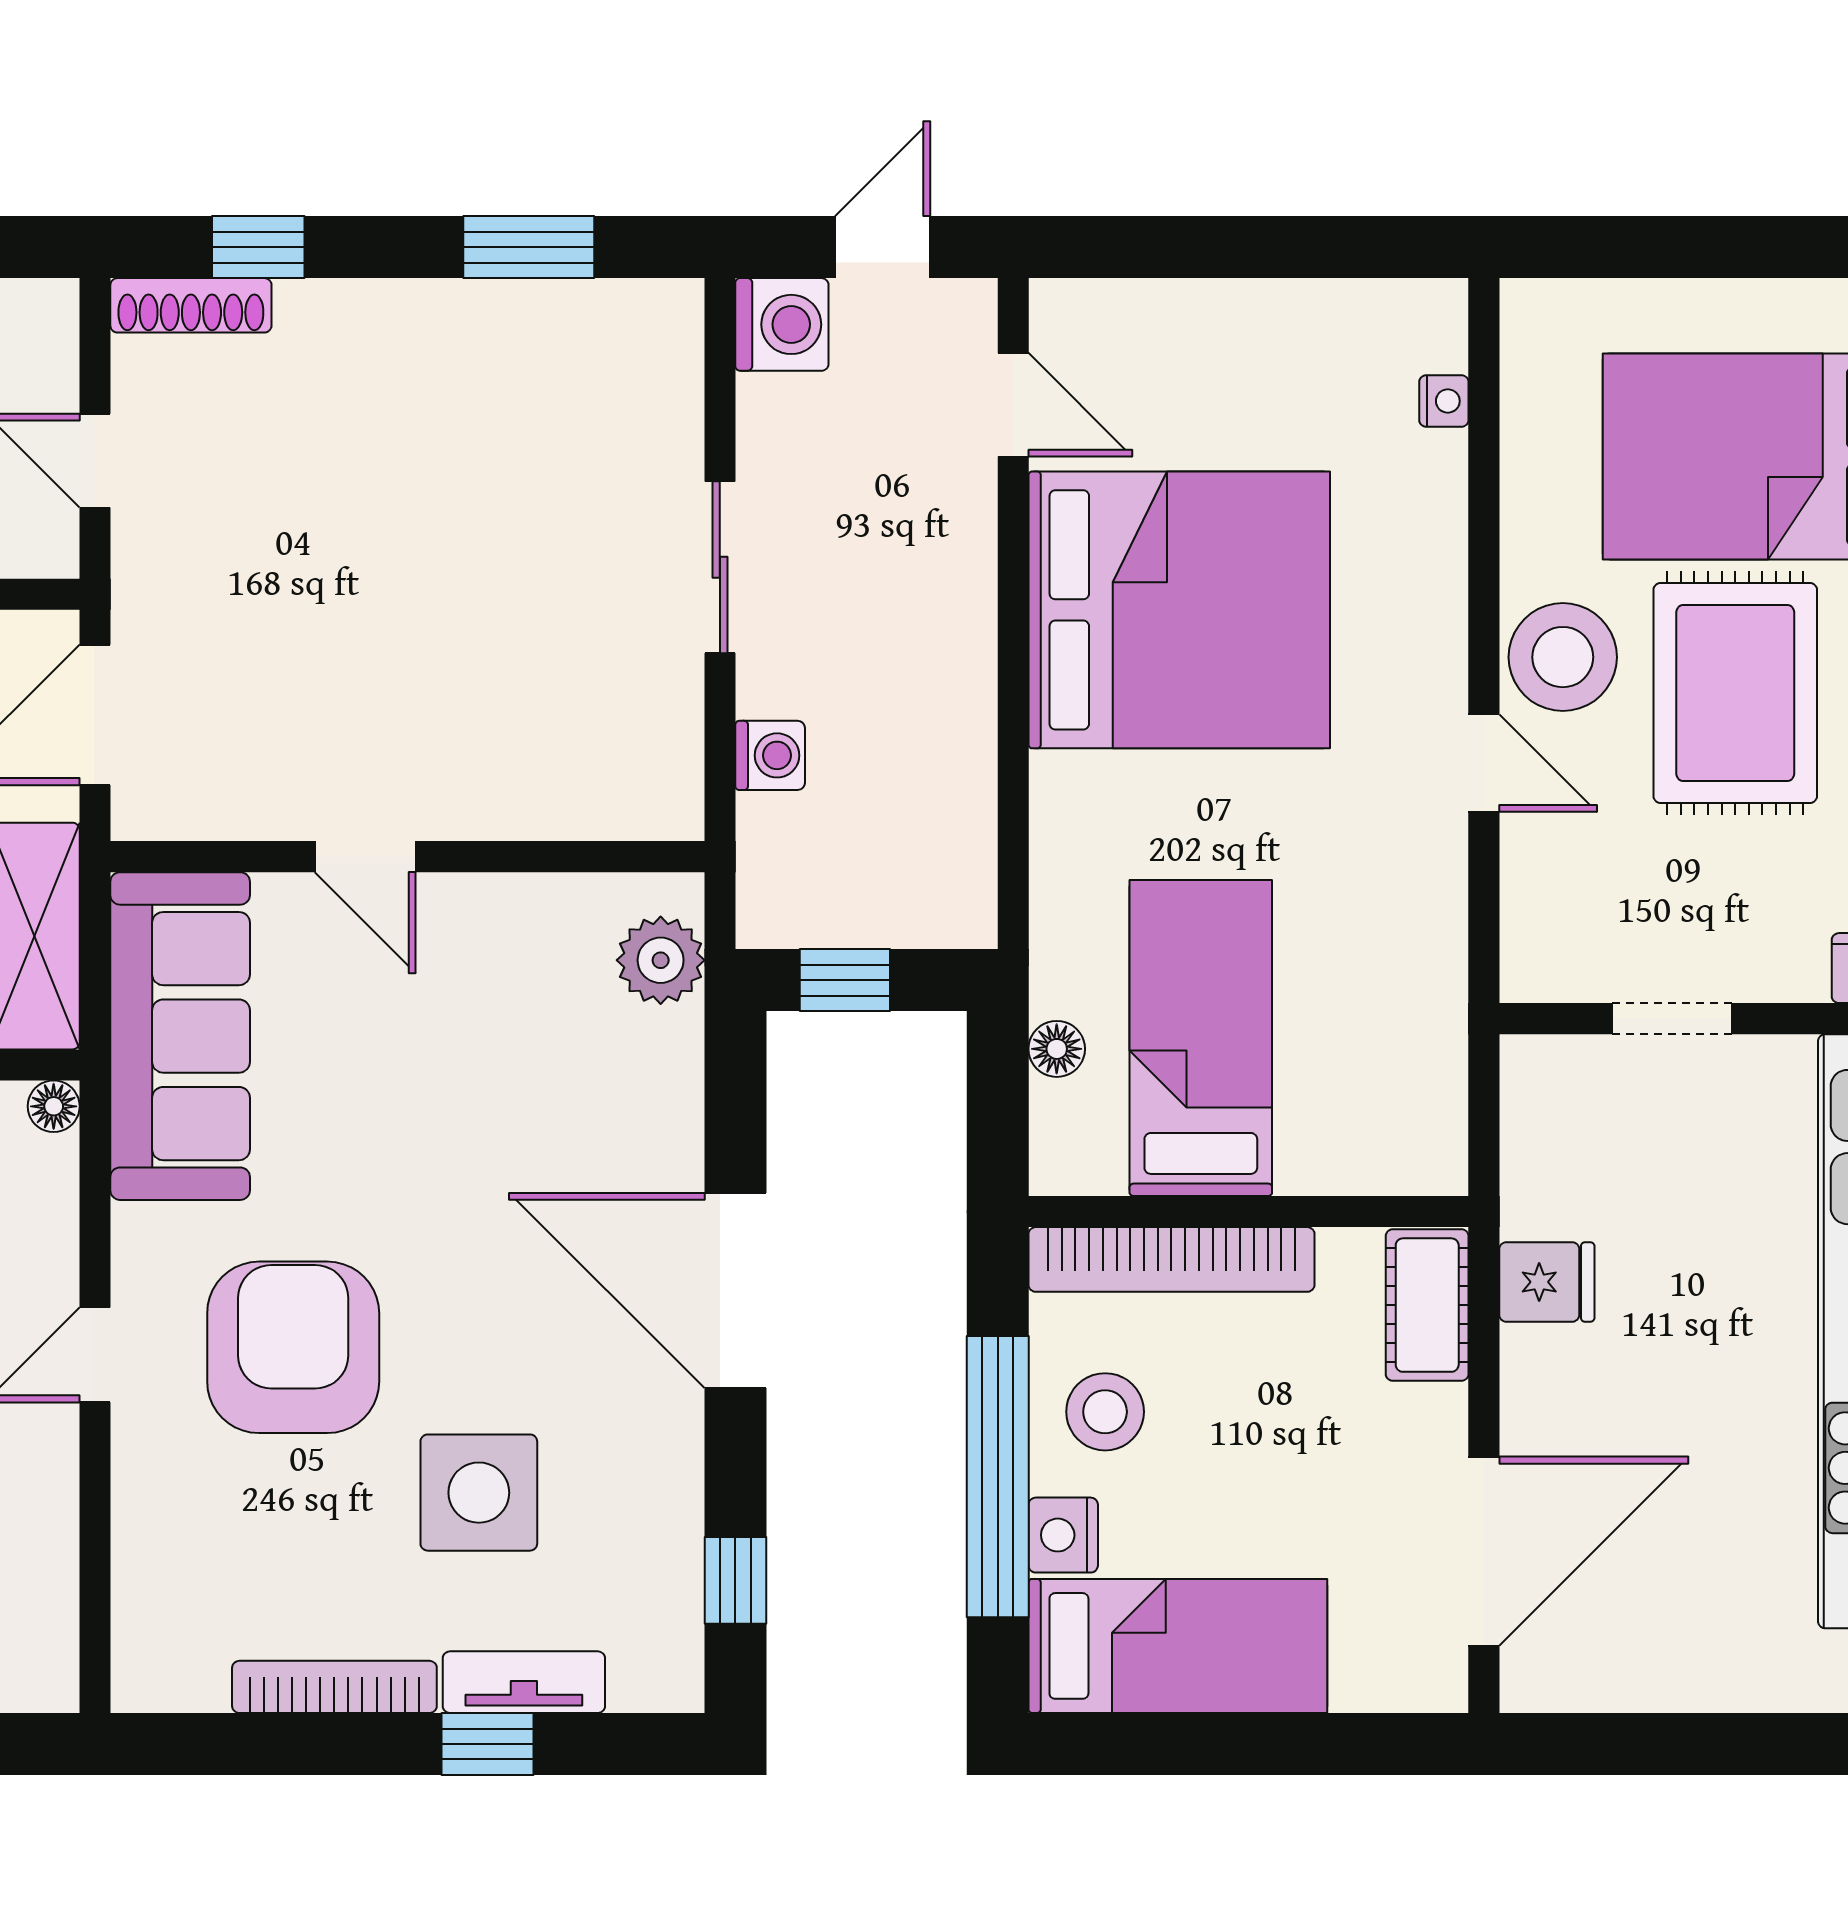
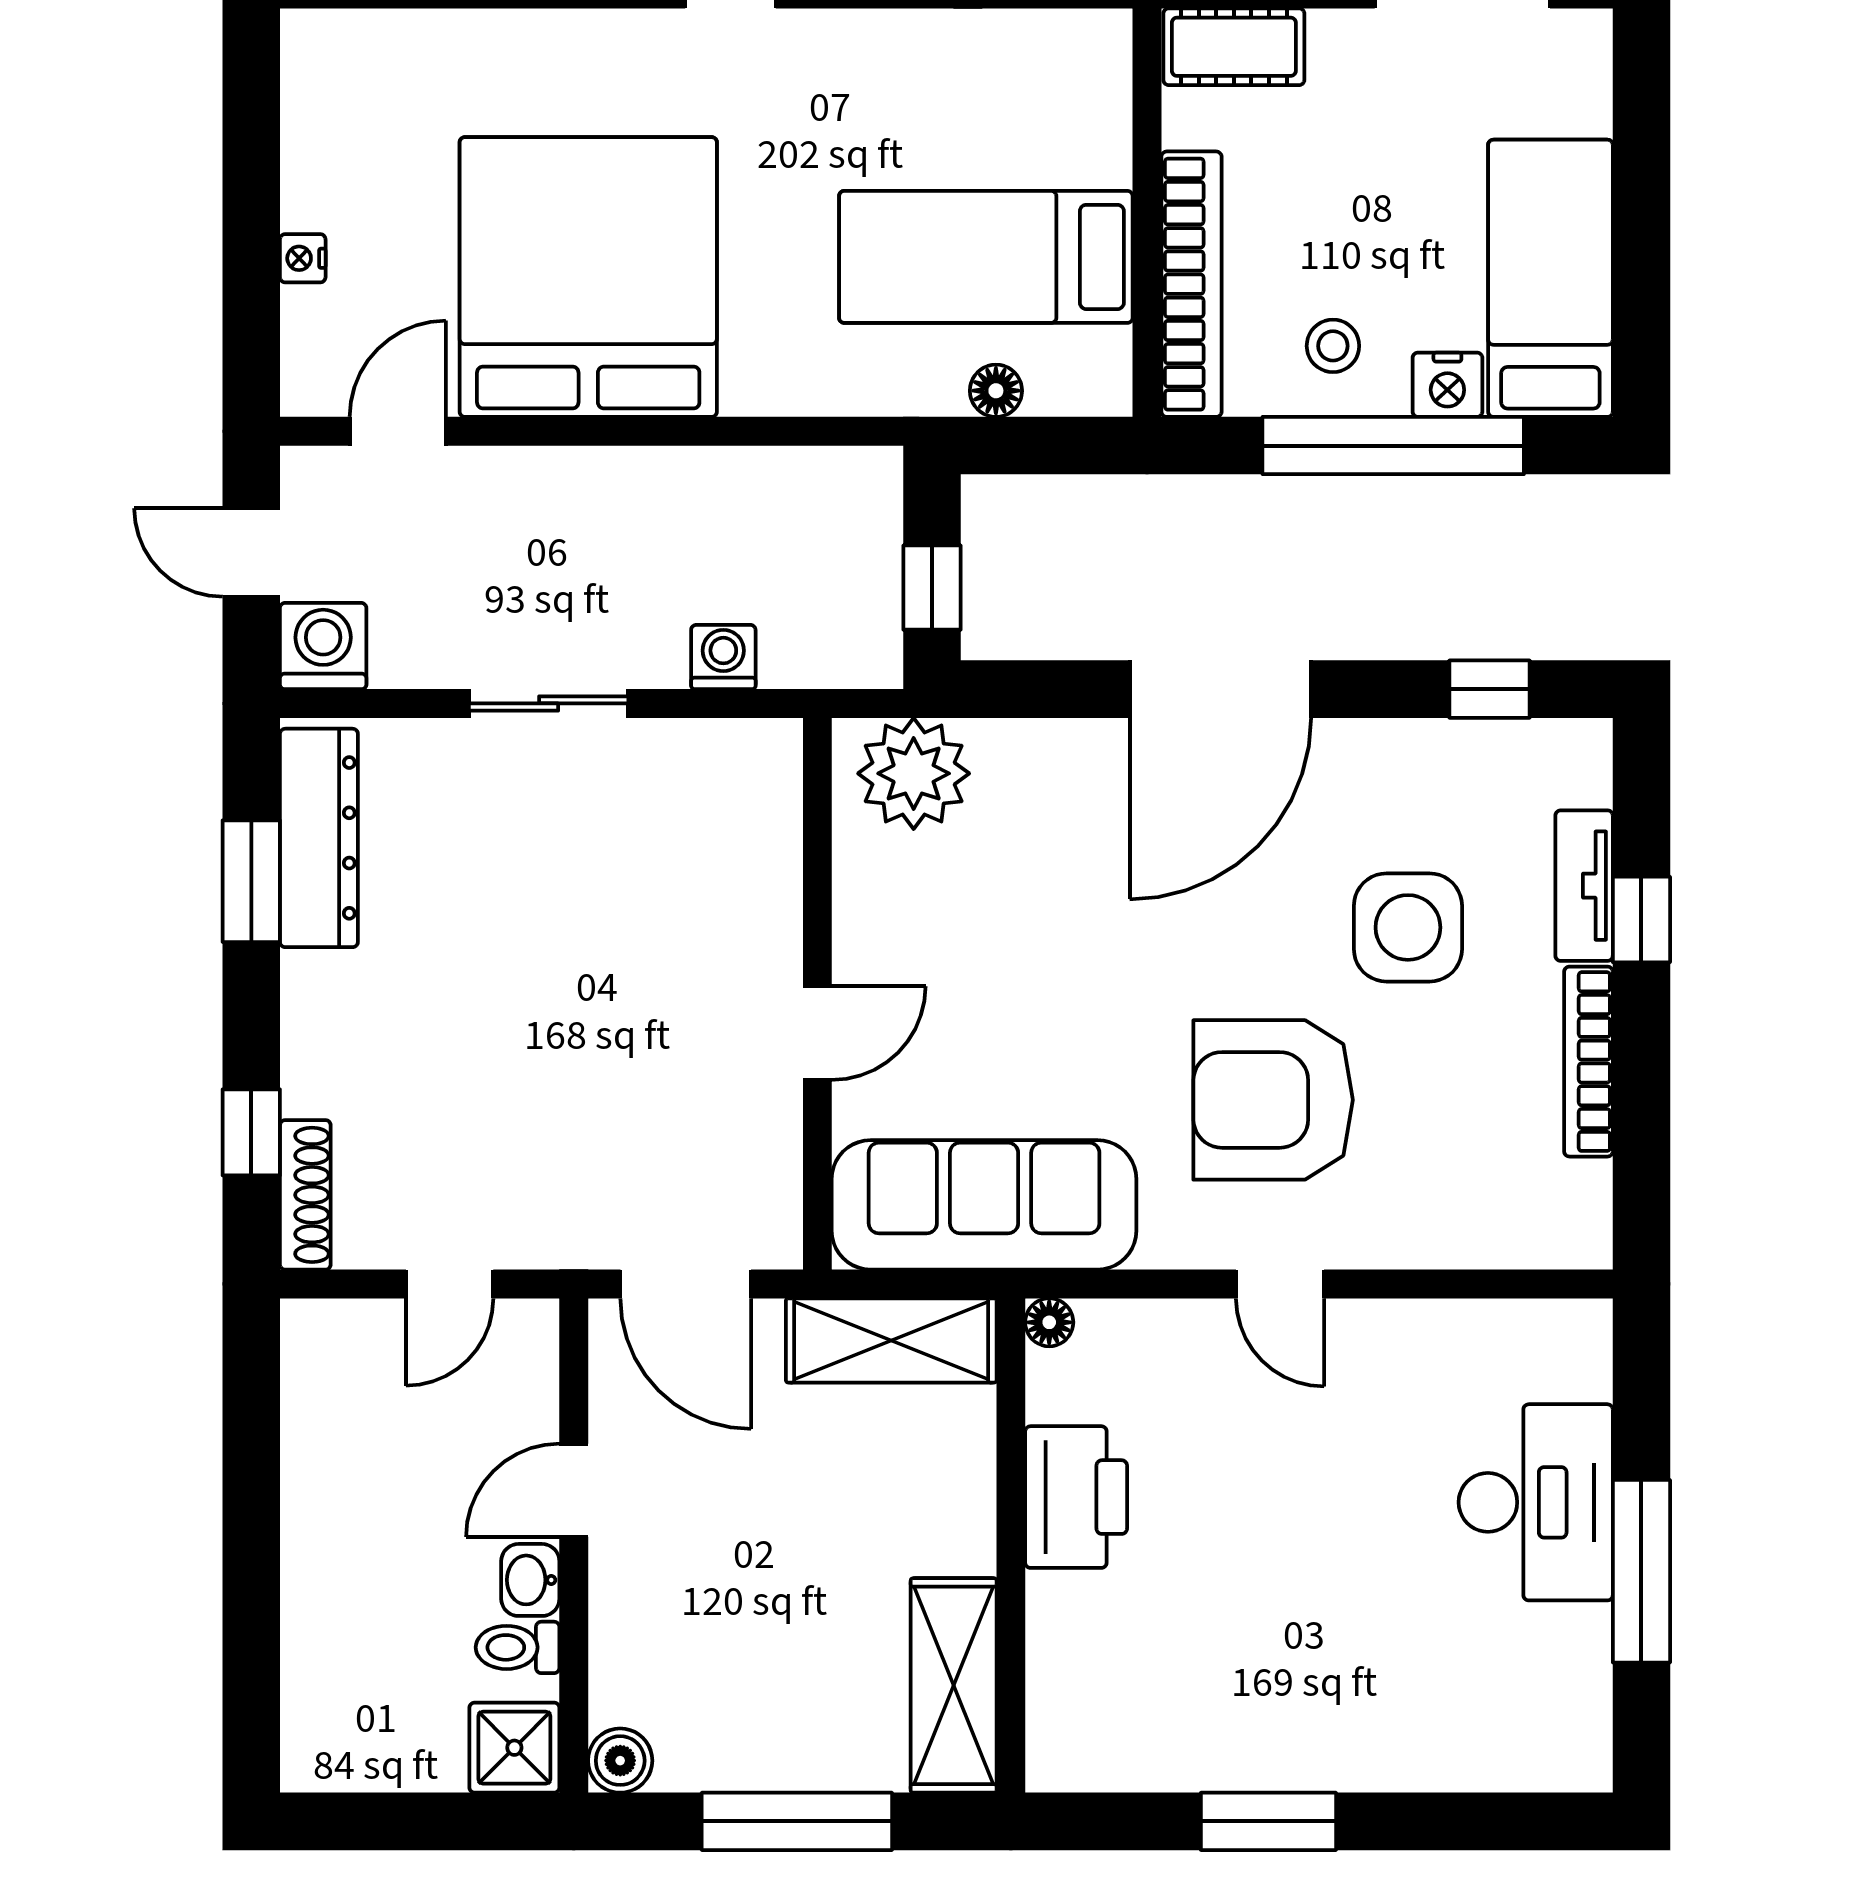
dresser: (575, 320) -> (319, 838), added
nightstand: (1444, 401) -> (303, 258), moved, turned -90
plant: (661, 960) -> (914, 773), width x1.36, depth x1.36
stool: (1105, 1412) -> (1333, 346), width x0.73, depth x0.73

